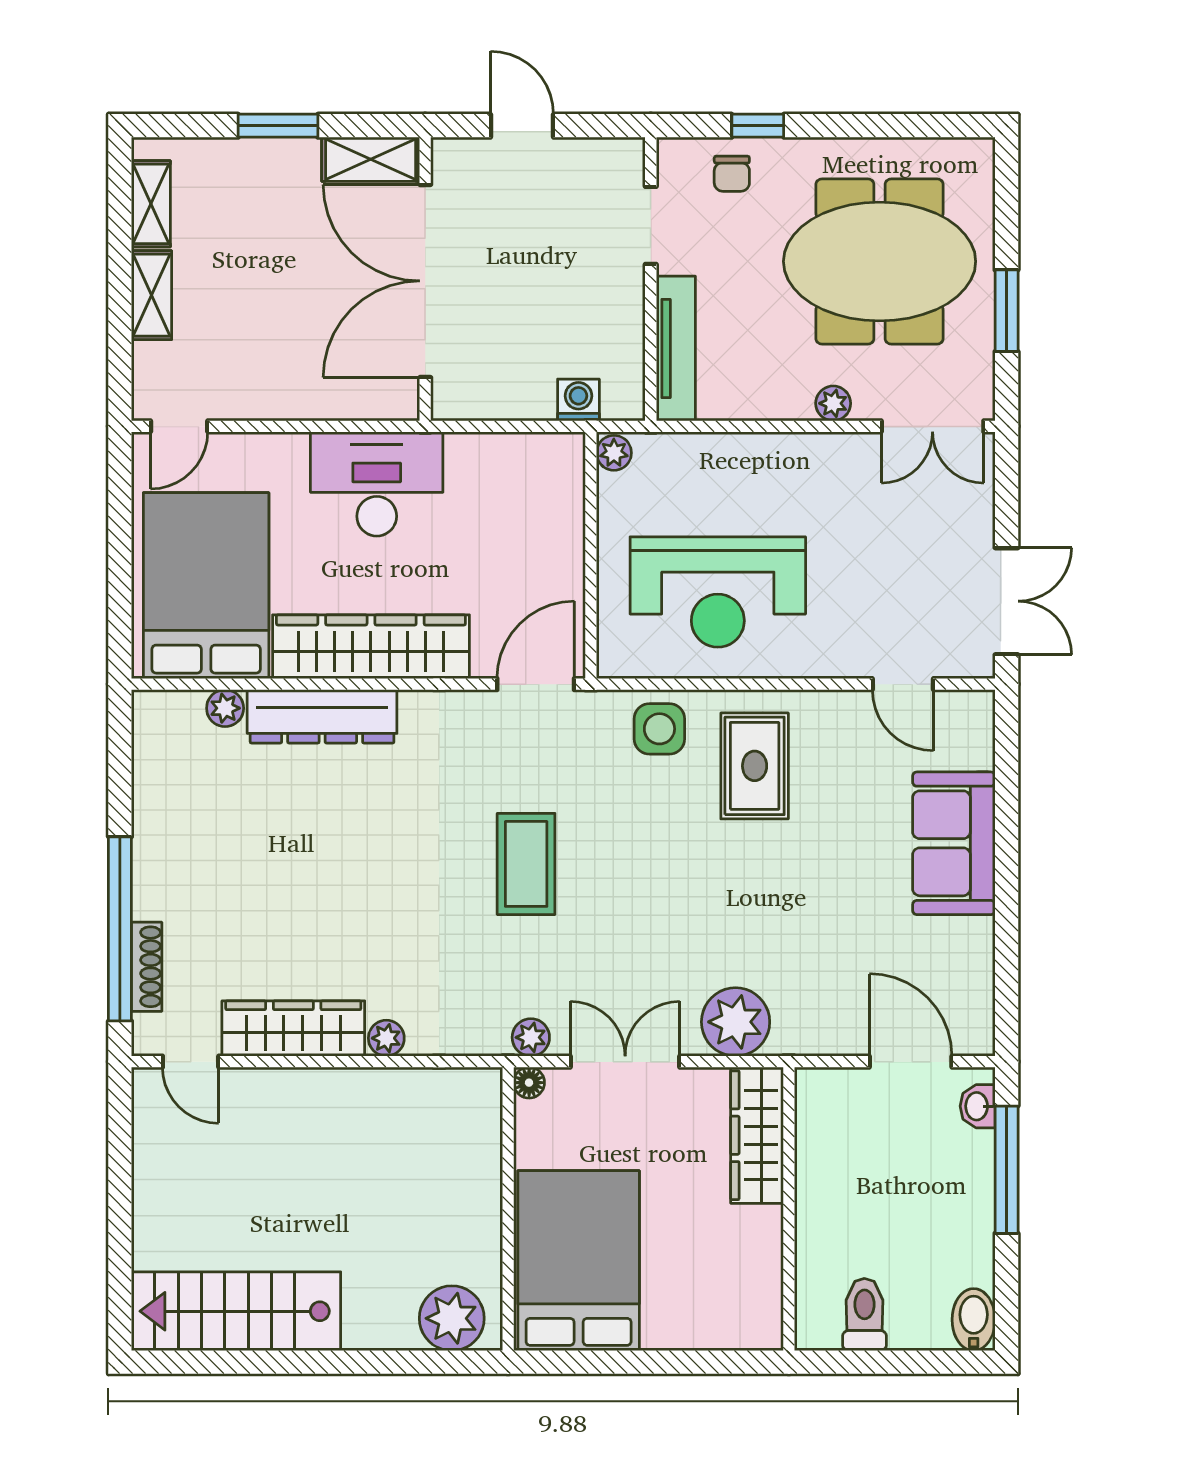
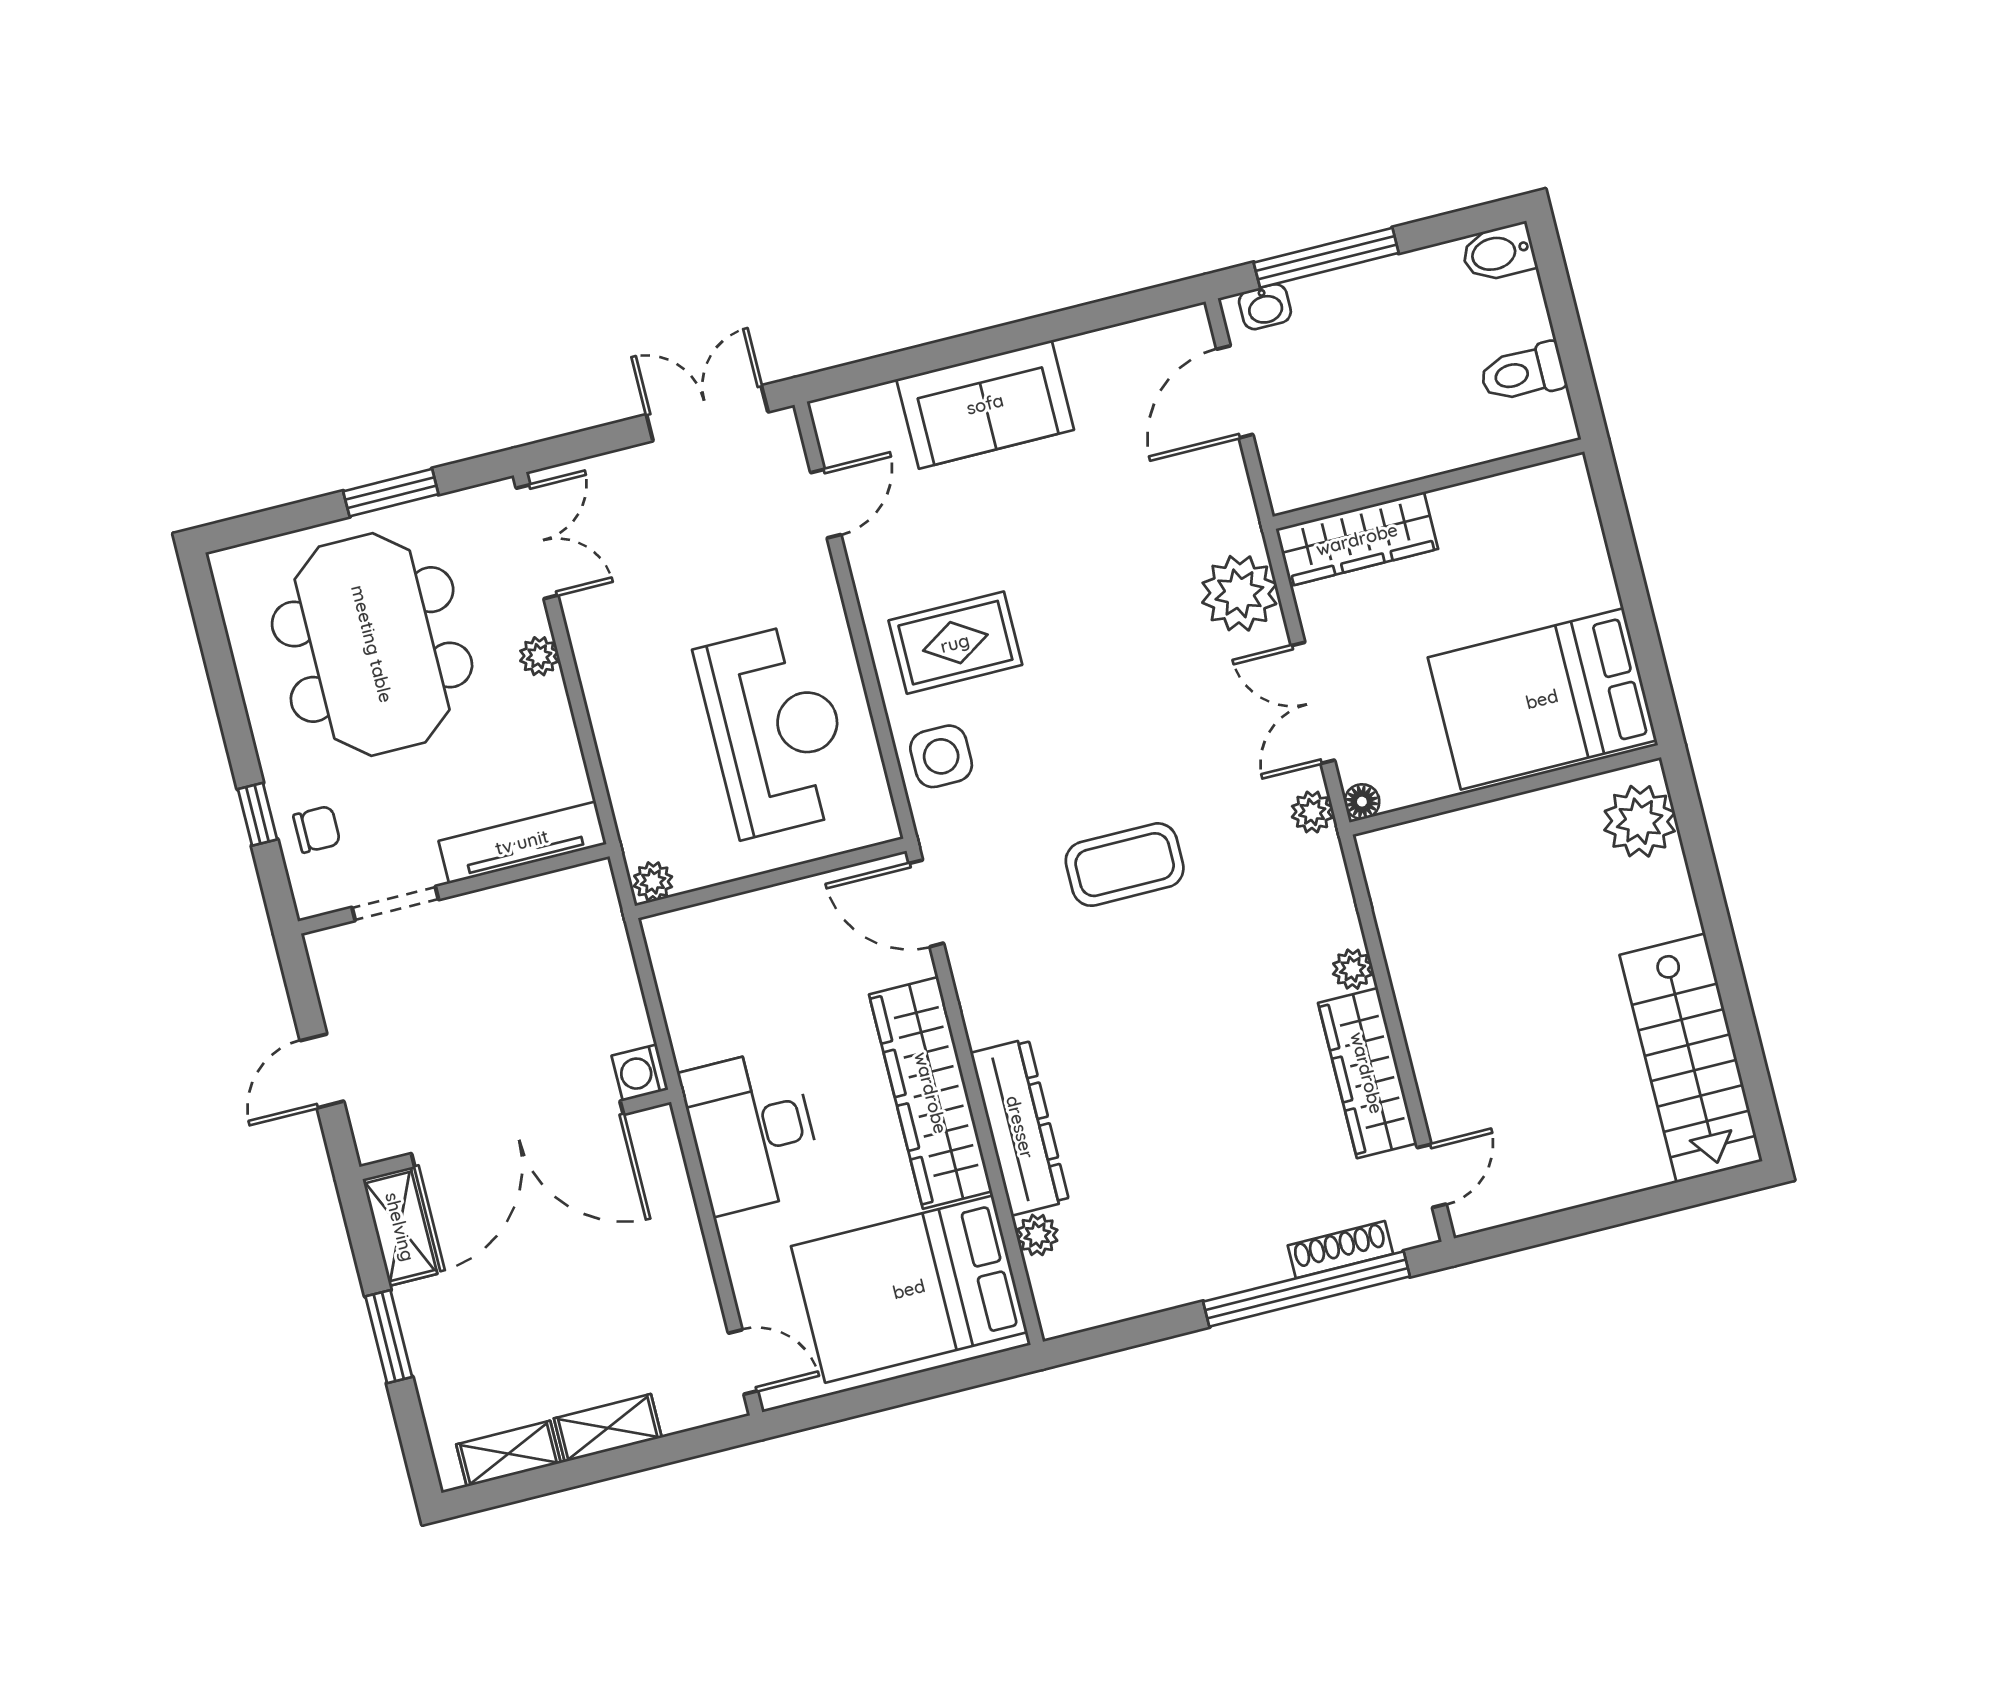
washing machine: (578, 400) -> (640, 1073), moved

